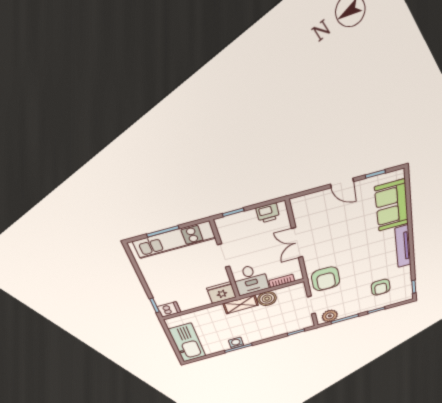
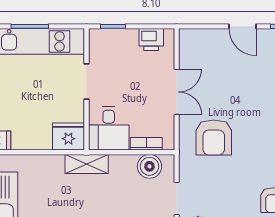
double door: (297, 243) -> (177, 92), swing flipped
armchair: (326, 279) -> (214, 138), moved
boiler: (267, 299) -> (149, 166), moved

